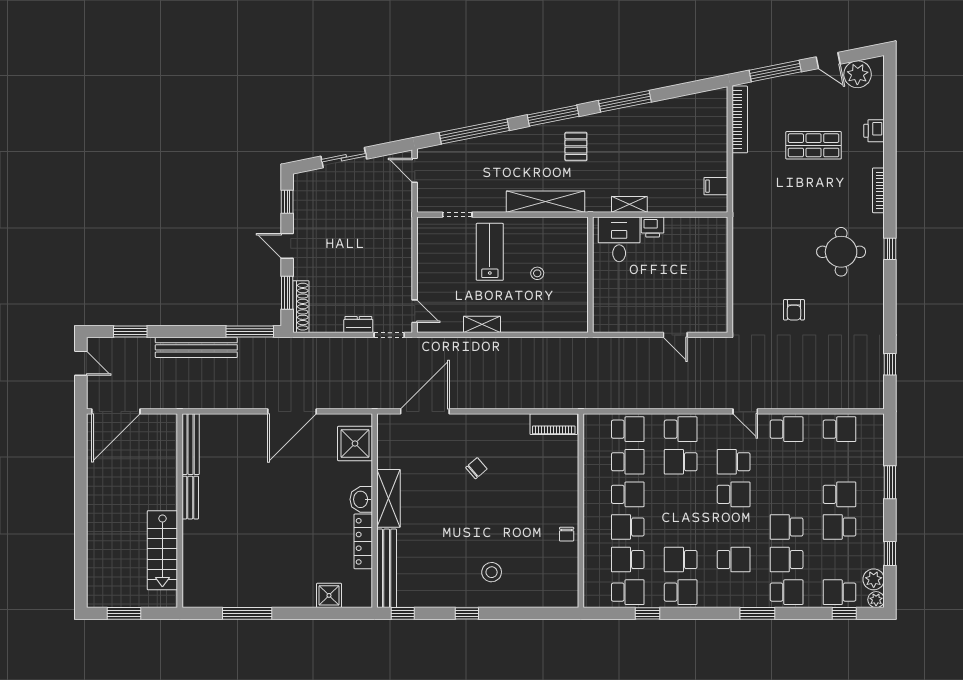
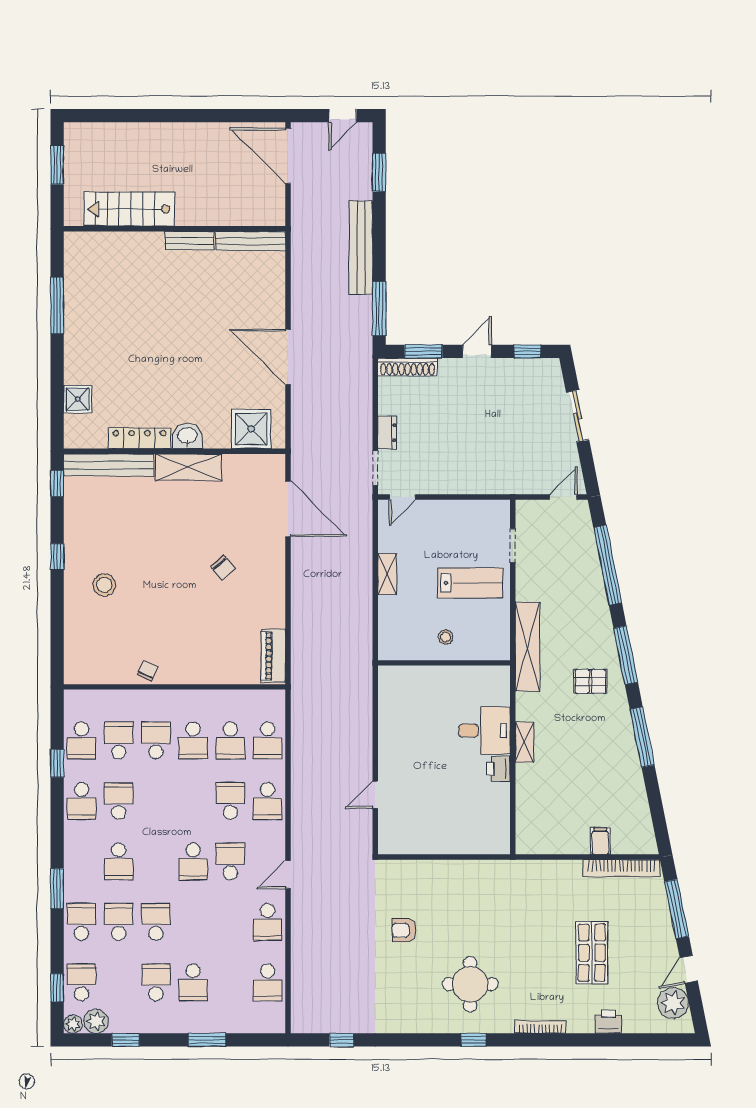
filing cabinet: (716, 186) -> (600, 841), moved
wall: (590, 275) -> (444, 663), moved
chair: (567, 534) -> (148, 671), turned 114
school desk: (787, 592) -> (81, 922), turned 180

